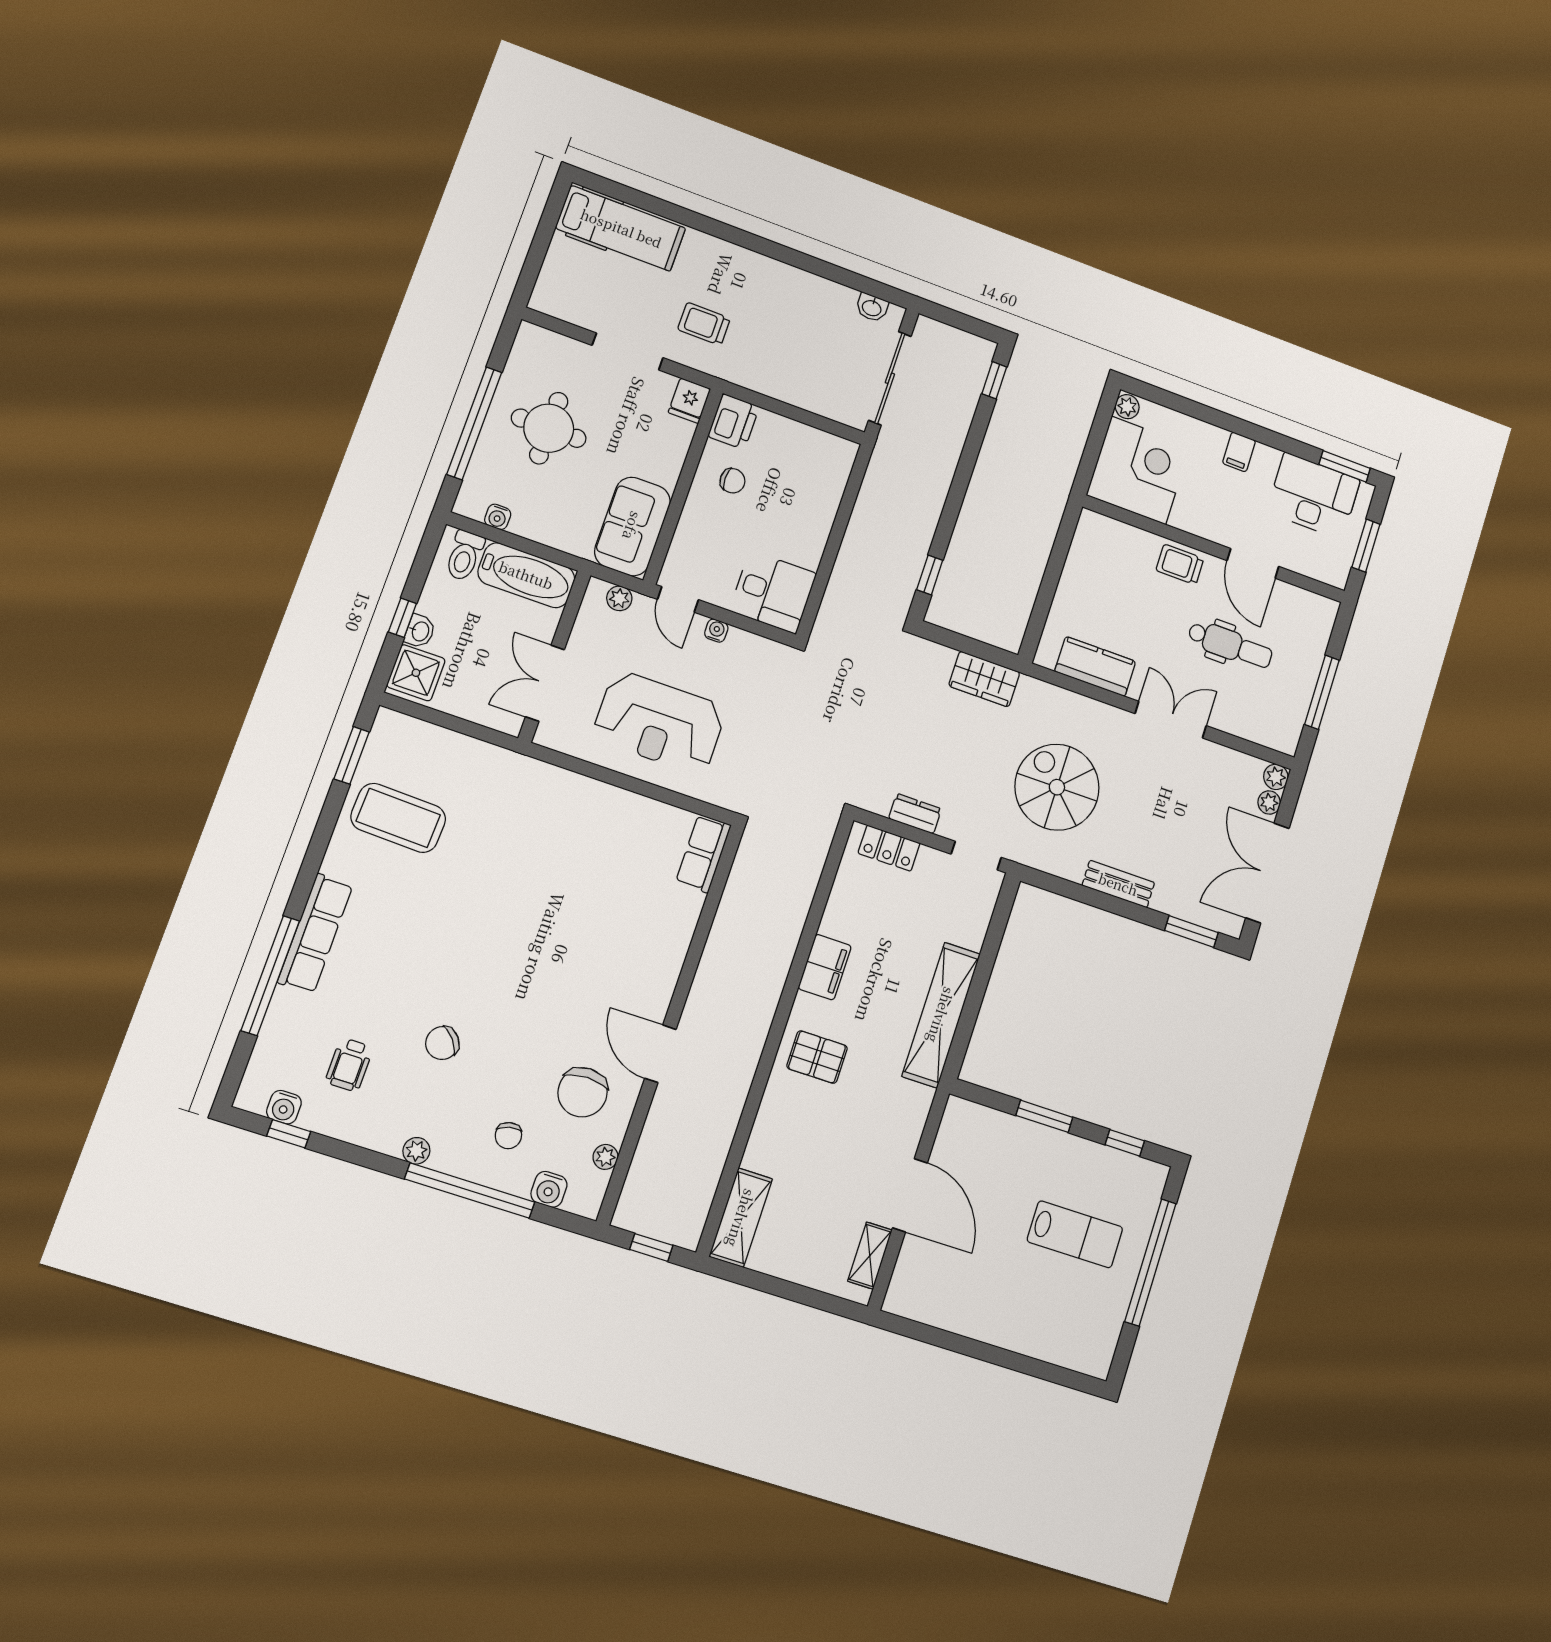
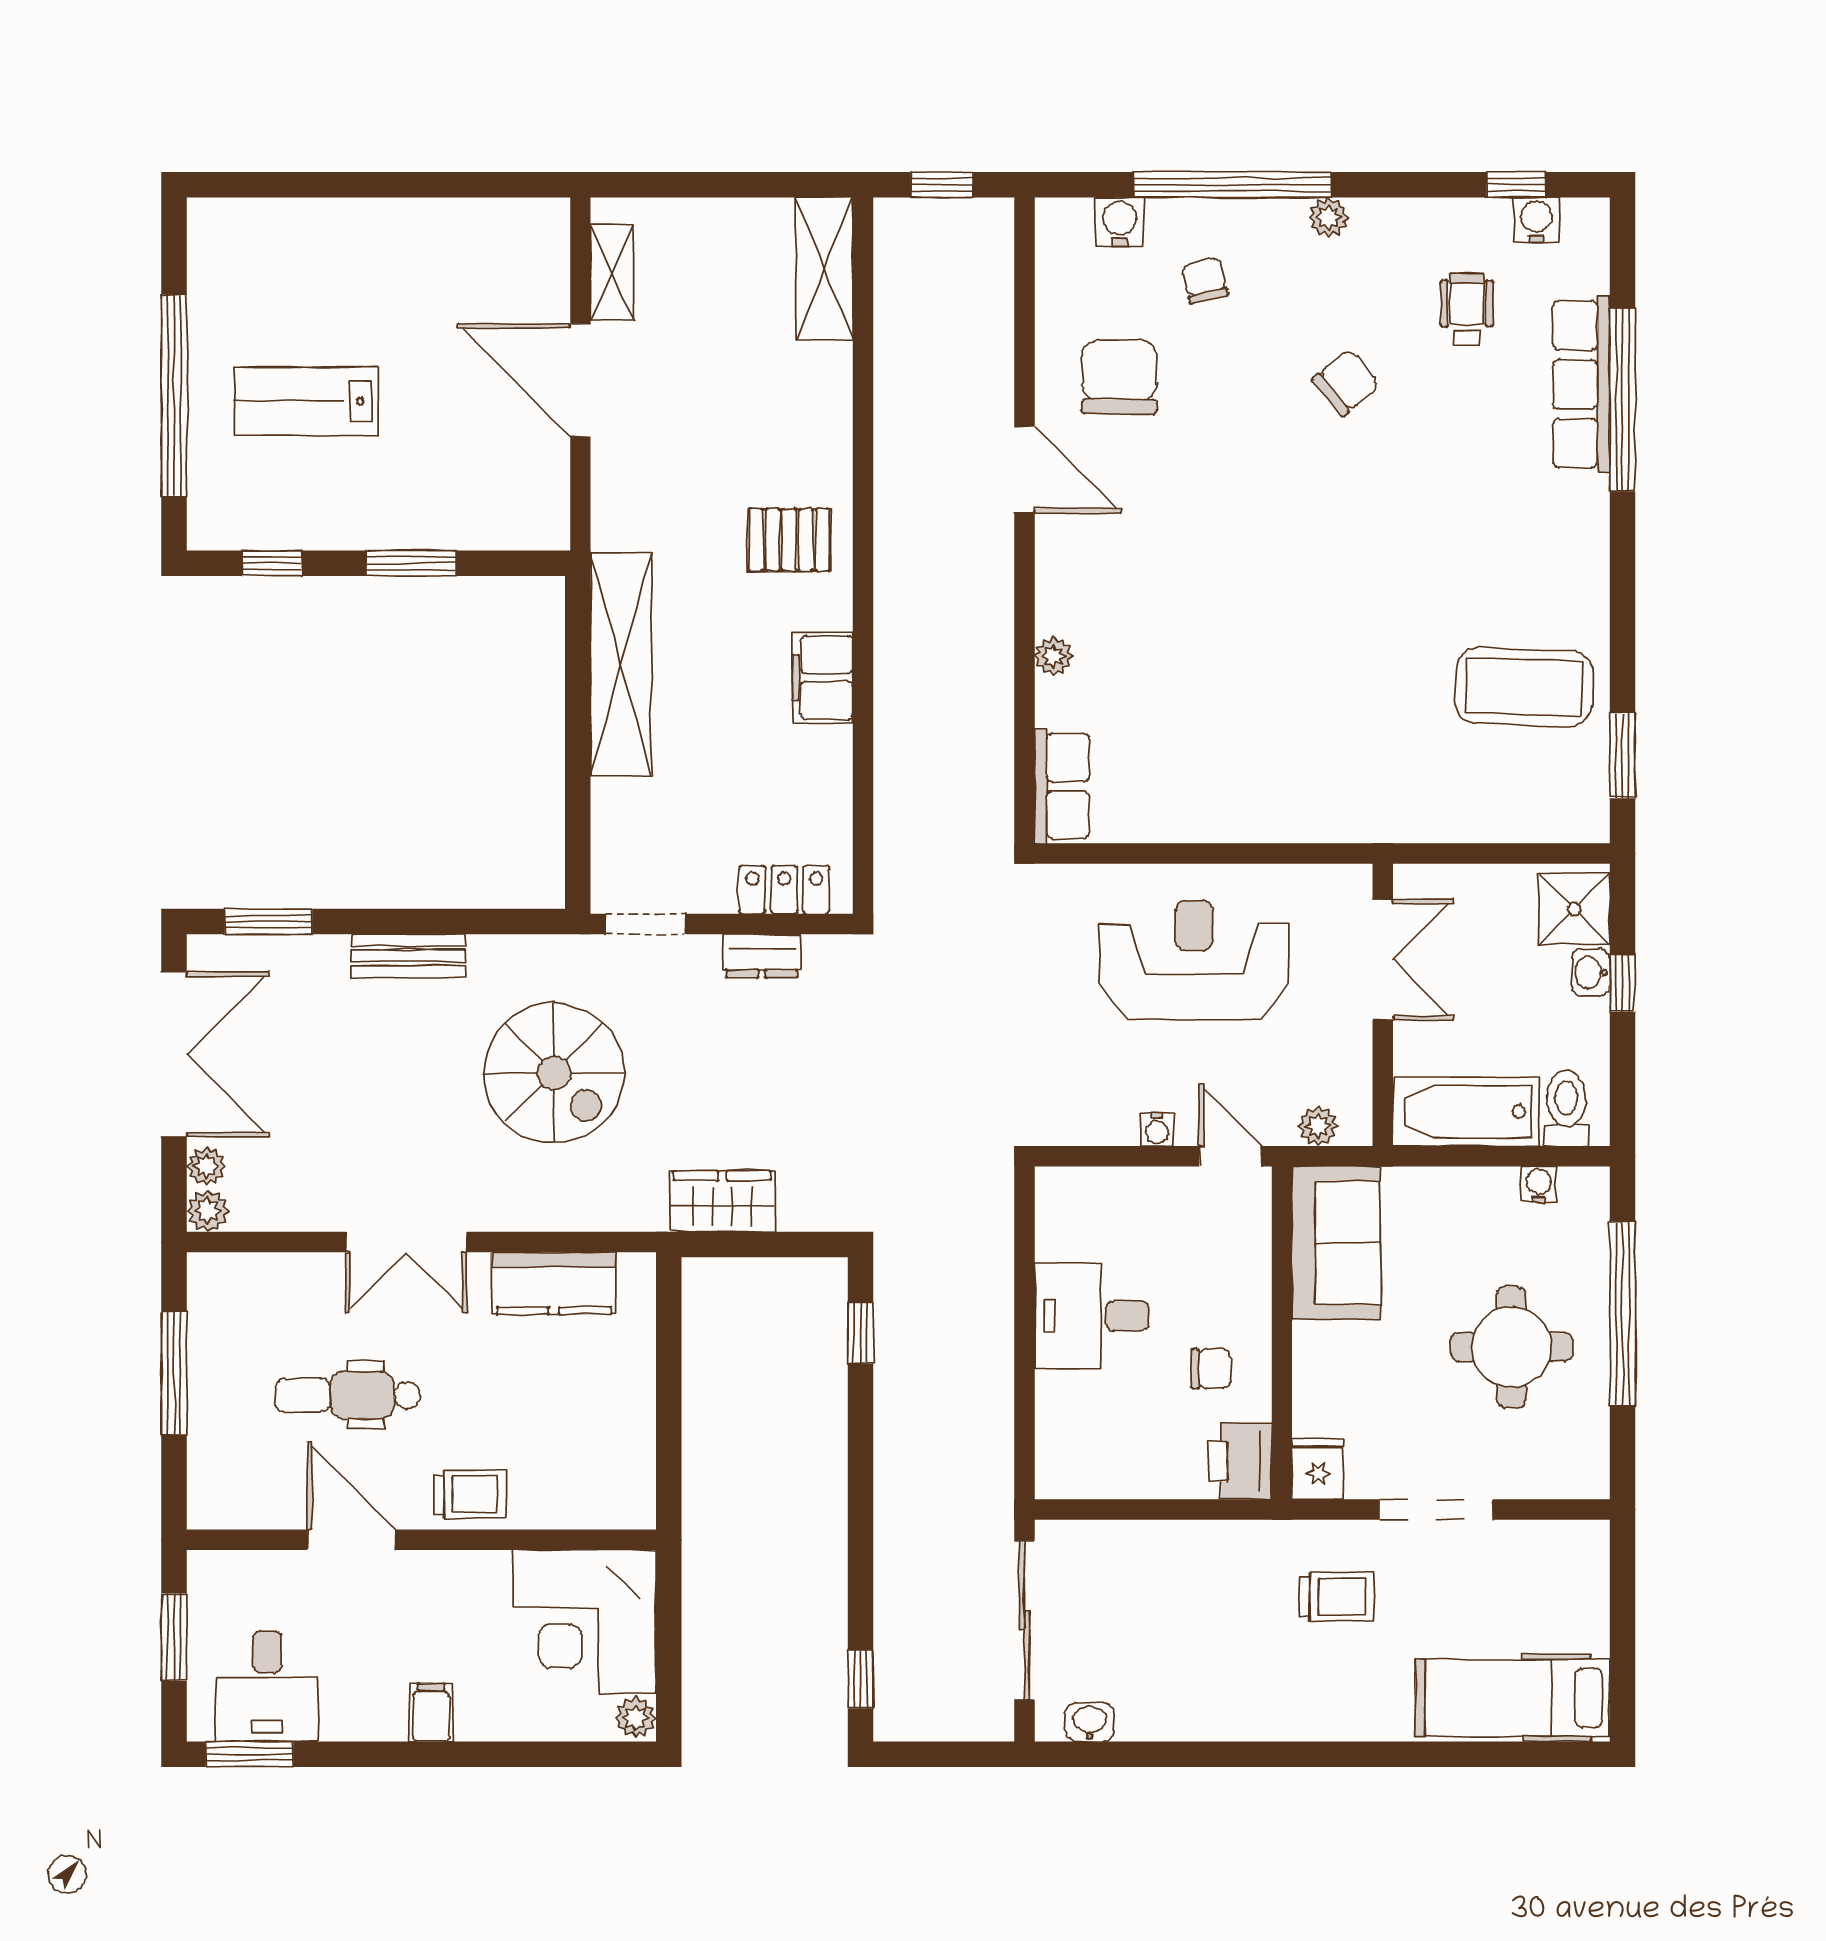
chair: (733, 481) -> (1211, 1369), turned 180
desk: (1313, 496) -> (267, 1686), width x0.73
desk: (773, 592) -> (1092, 1316), moved
row of seats: (315, 934) -> (1581, 384), moved
plant: (605, 1157) -> (1054, 656), moved

